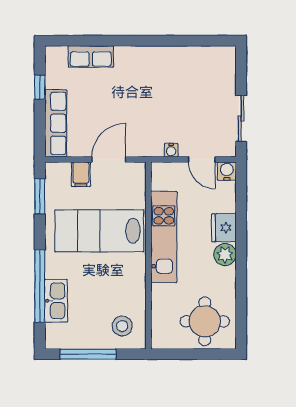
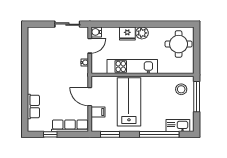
lab bench: (99, 231) -> (129, 102), turned 180
kitchen sink: (56, 301) -> (178, 126), moved
window: (88, 354) -> (197, 97), moved

